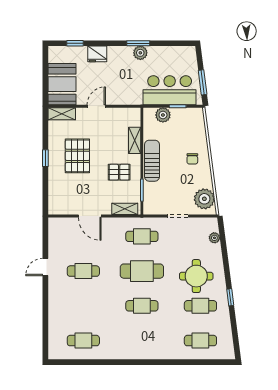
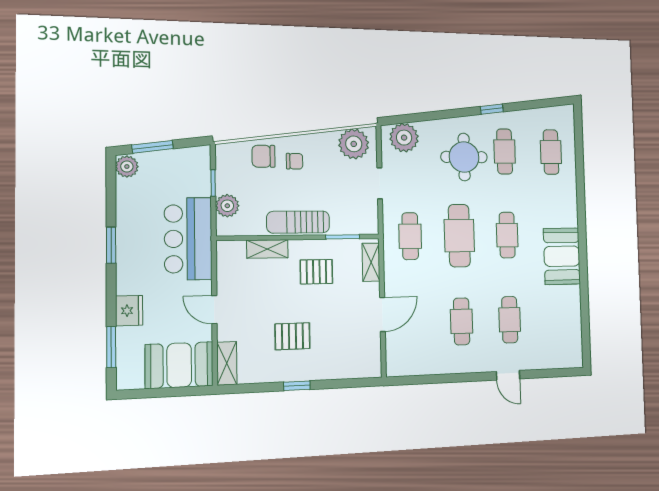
window: (75, 43) -> (111, 347), width x1.50
plant: (140, 53) -> (127, 167), moved
window: (203, 82) -> (153, 147), moved
bar counter: (170, 90) -> (188, 239), moved
chair: (195, 139) -> (264, 156), added
pallet: (77, 156) -> (292, 336), width x0.67, depth x0.71
pallet: (119, 172) -> (316, 272), turned 90
plant: (214, 238) -> (404, 138), width x1.88, depth x1.88
door: (45, 267) -> (508, 375), moved
cafe table: (83, 341) -> (510, 320), moved
booth: (127, 346) -> (562, 256), added

